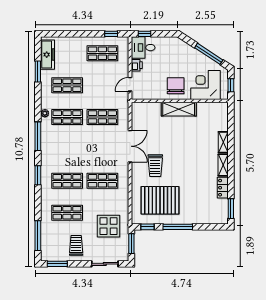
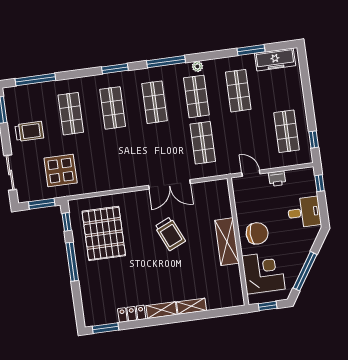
desk: (143, 48) -> (304, 212), moved, turned 90
trolley: (155, 166) -> (170, 234), moved, turned -114
shop shelf: (102, 181) -> (155, 102), moved

